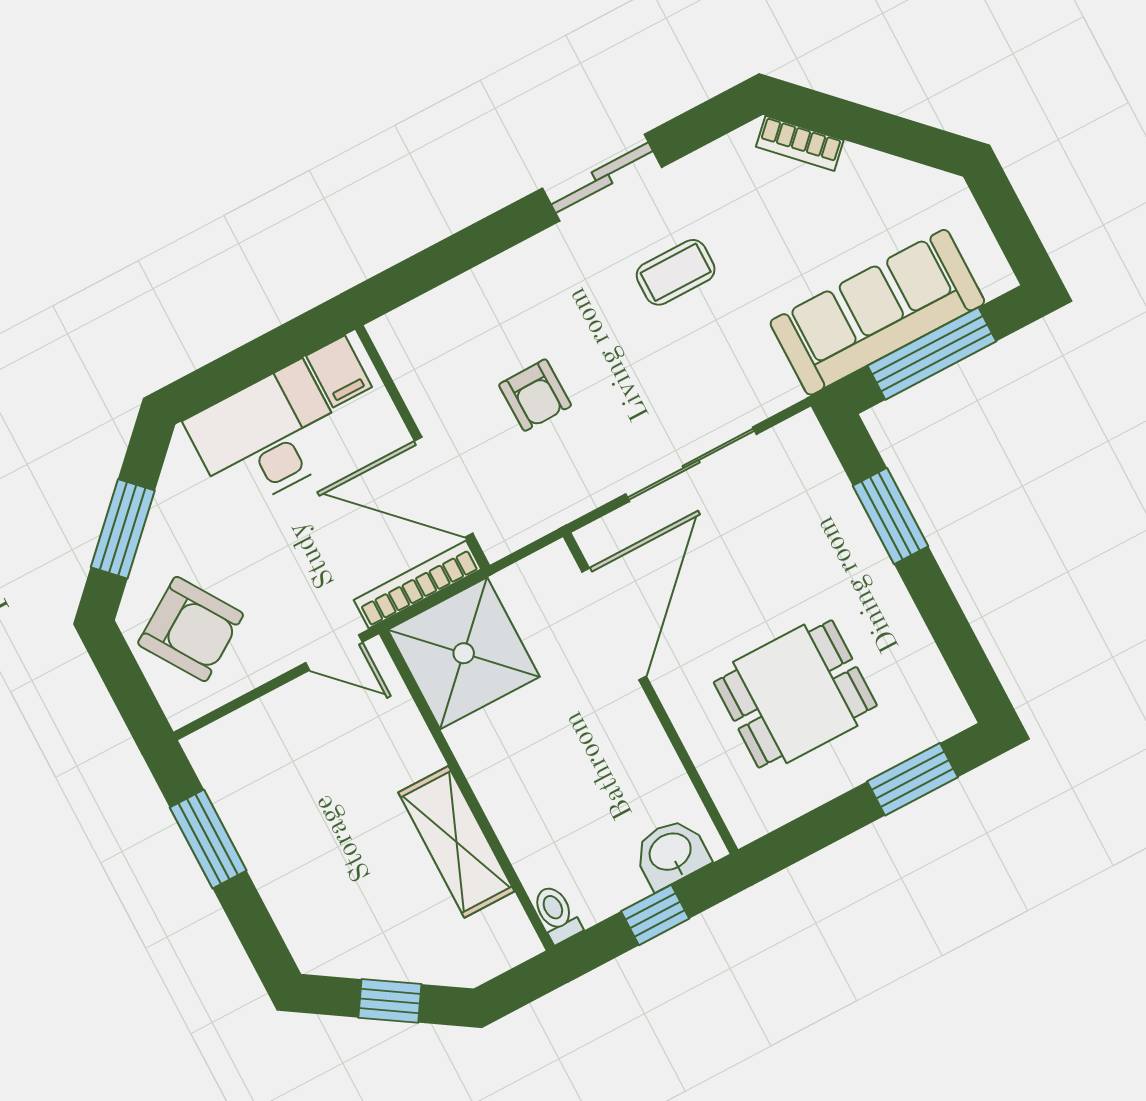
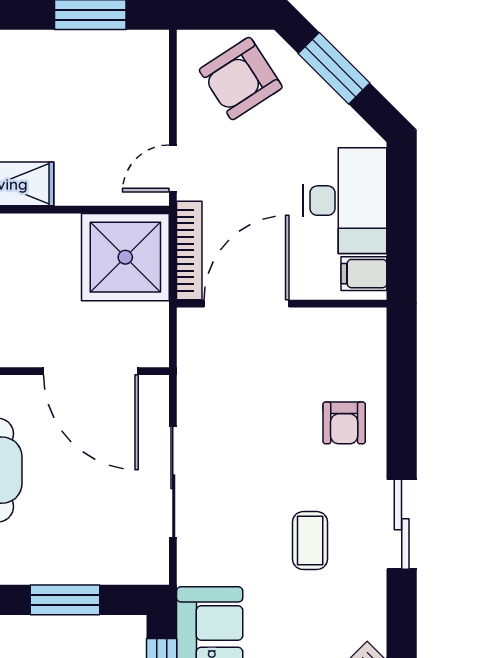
armchair: (535, 395) -> (344, 423), moved, turned -89

